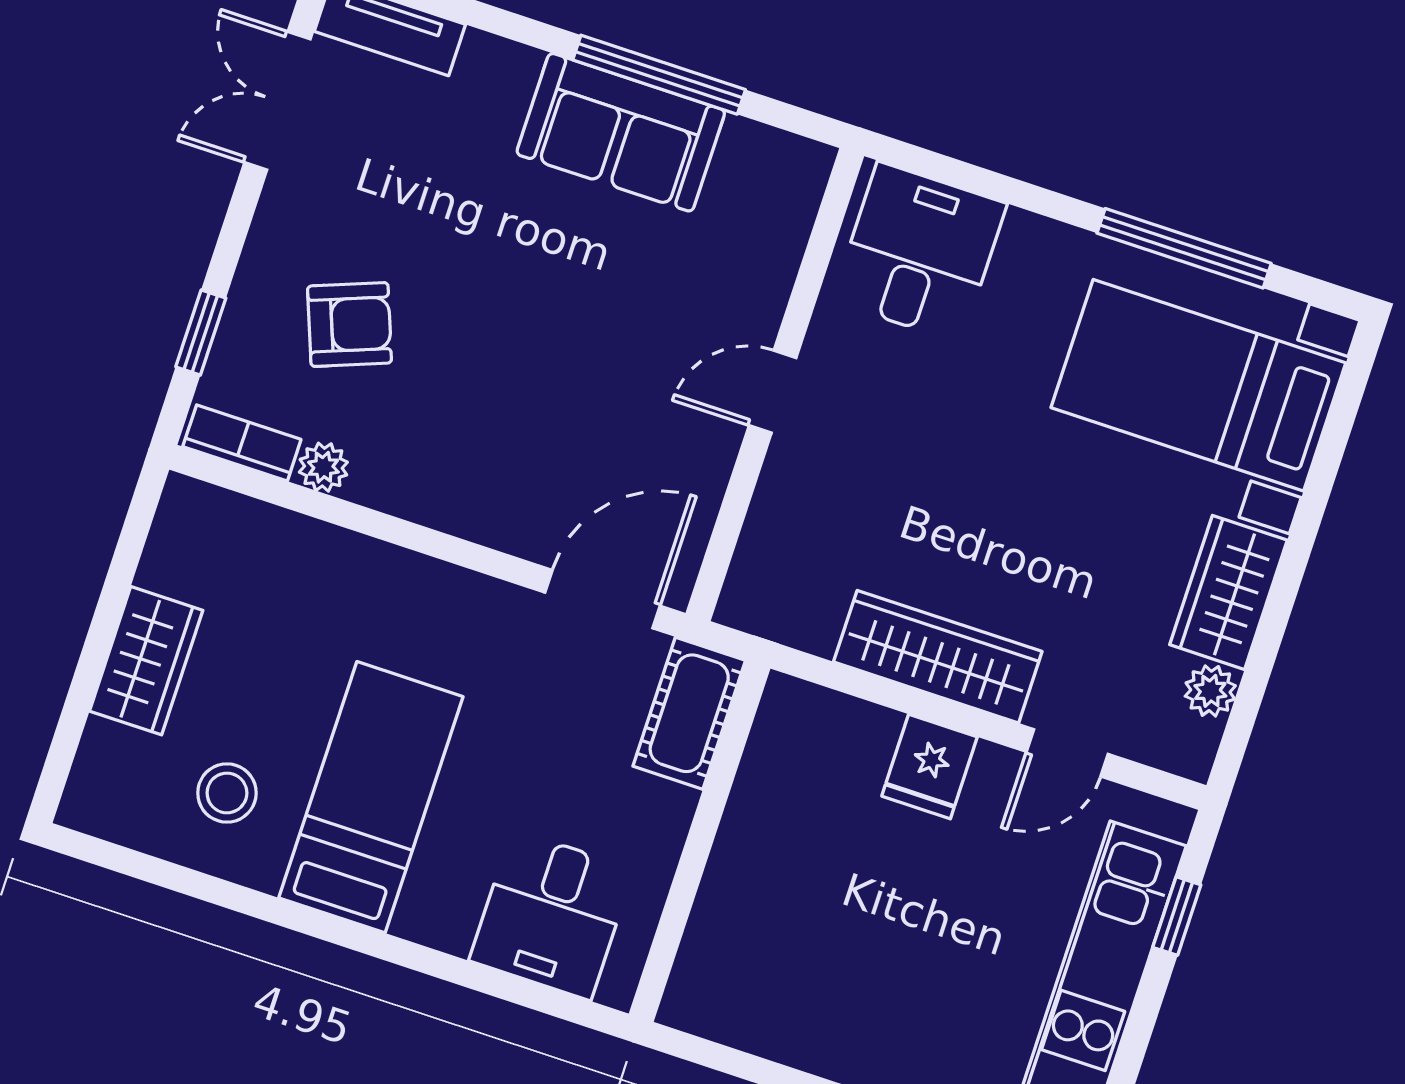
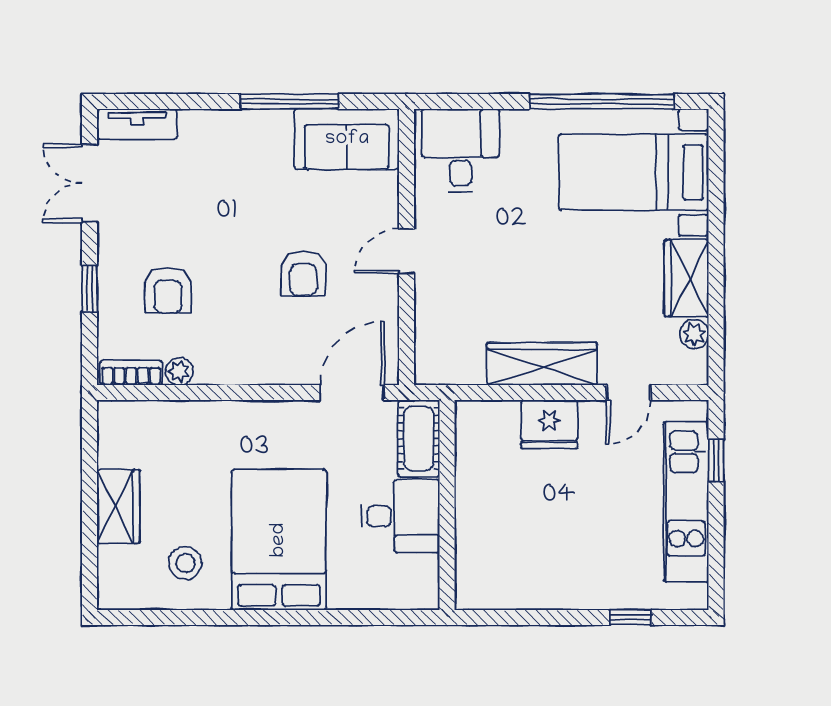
sofa: (621, 132) -> (347, 139), moved
window: (1184, 248) -> (602, 101), width x1.46
armchair: (350, 325) -> (168, 290), turned 111
window: (201, 333) -> (90, 289), moved
armchair: (586, 372) -> (303, 274), added
fridge: (930, 767) -> (549, 424), width x1.38
bed: (371, 797) -> (279, 540), width x1.50
desk: (552, 915) -> (400, 516), moved, turned -90

